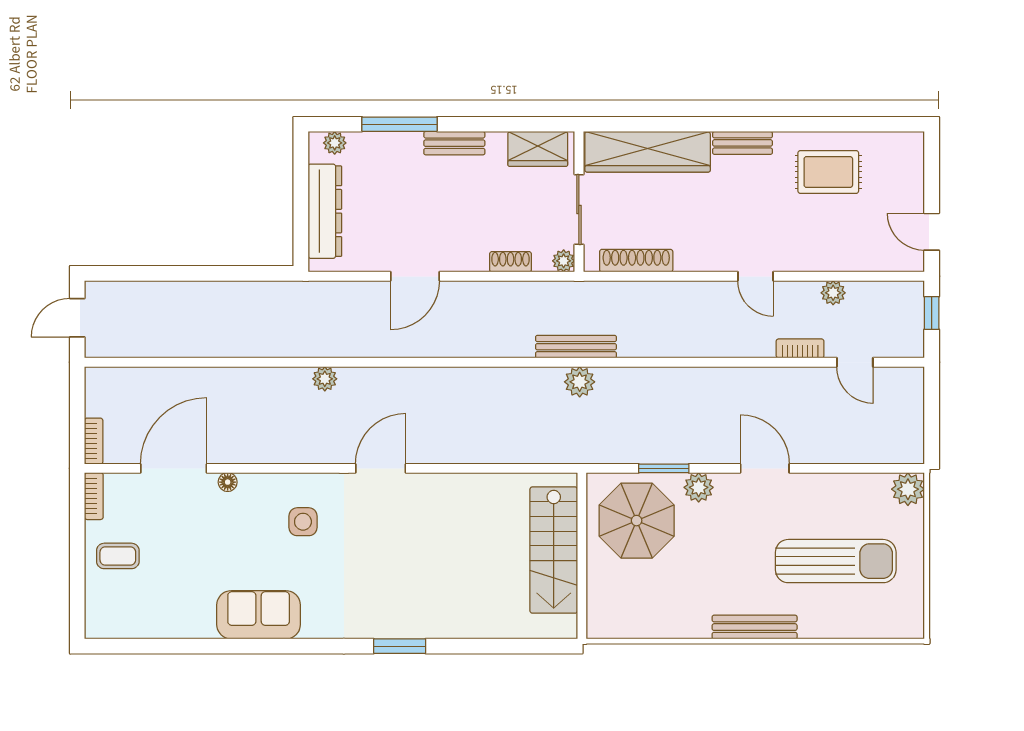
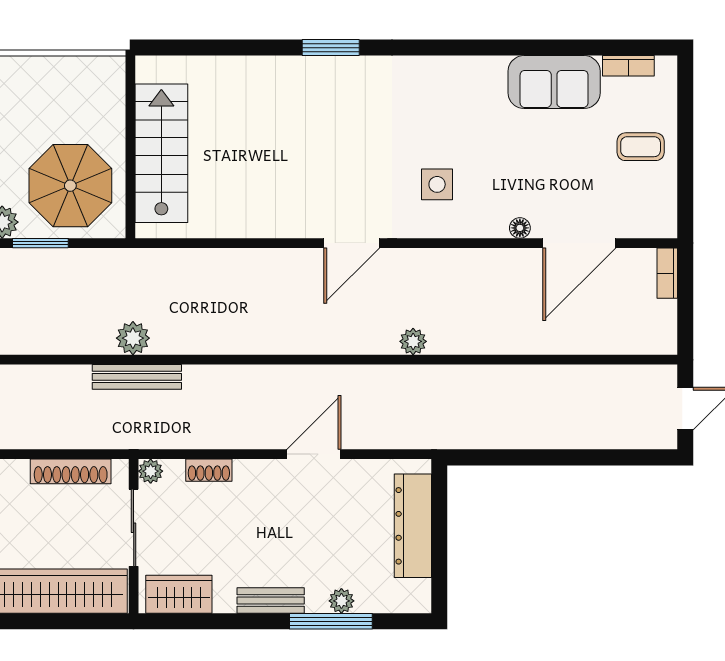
plant: (335, 143) -> (341, 601), moved
bookcase: (94, 496) -> (628, 66), moved, turned -90
sofa: (259, 615) -> (554, 82), moved

